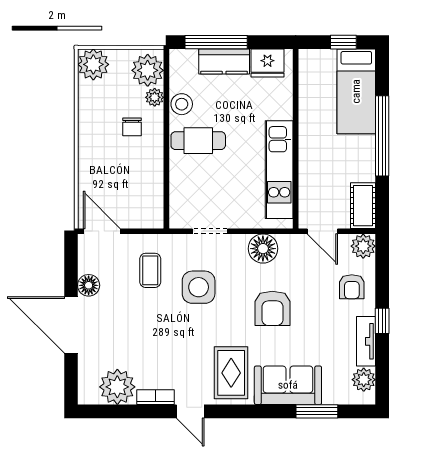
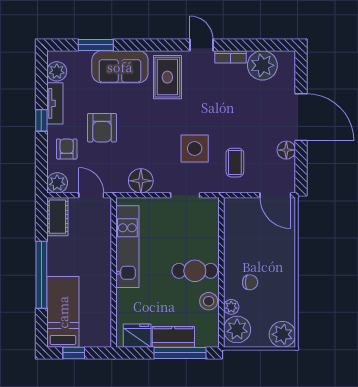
chair: (132, 127) -> (250, 282), turned 90
armchair: (272, 308) -> (102, 128), moved, turned 180

